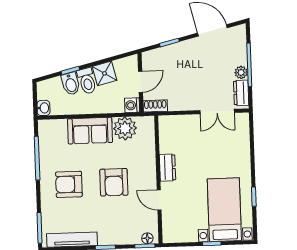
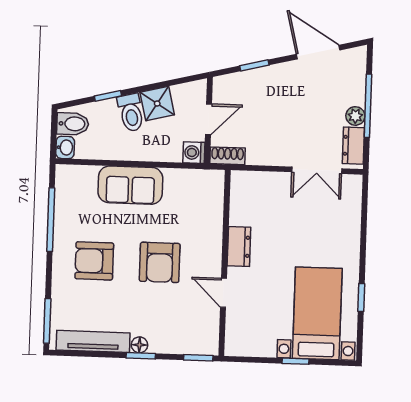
bidet: (71, 84) -> (73, 124), moved, turned -76
plant: (125, 128) -> (181, 185), removed
floor lamp: (147, 238) -> (139, 345), moved

